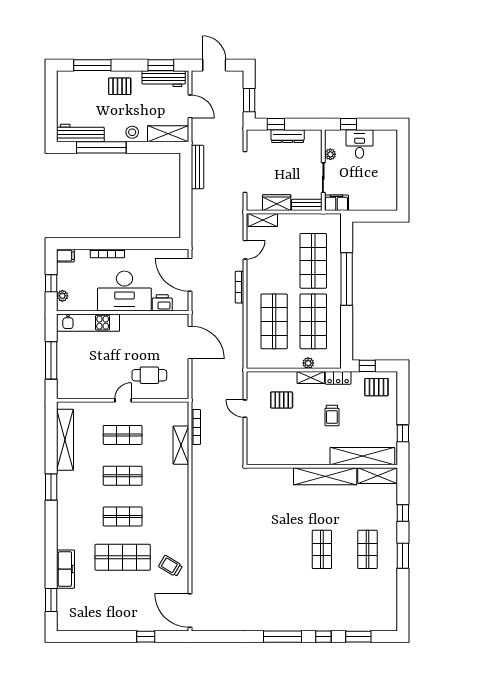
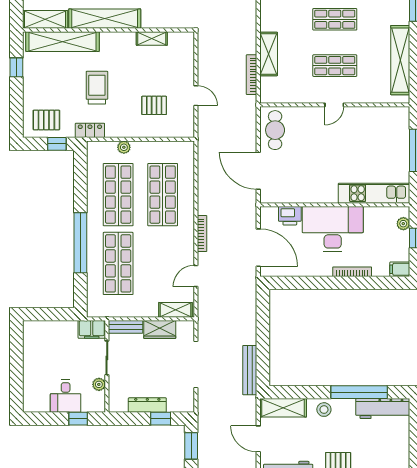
cafe table: (149, 375) -> (275, 130), moved, turned 90
shelving: (311, 378) -> (152, 38), moved
trolley: (332, 416) -> (97, 88), width x1.36, depth x1.39

